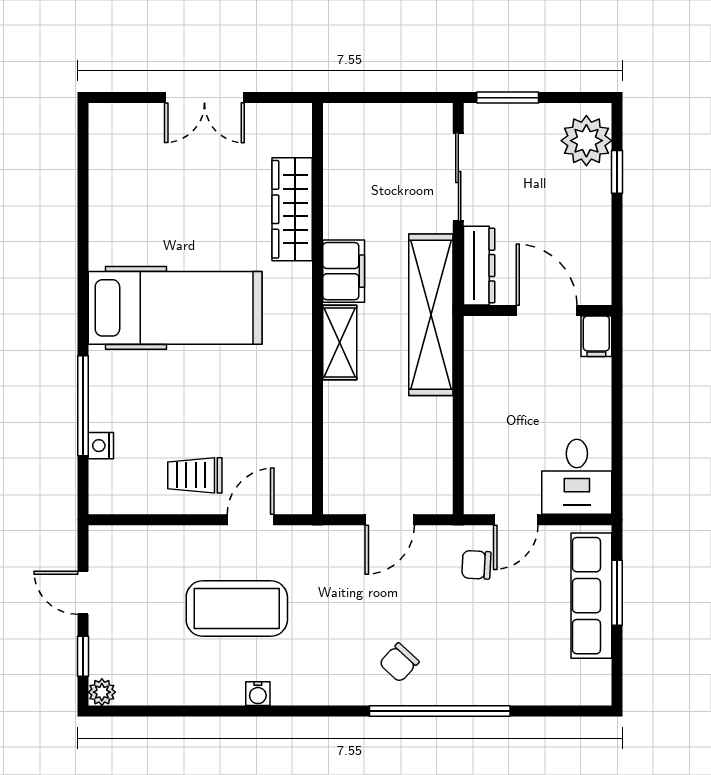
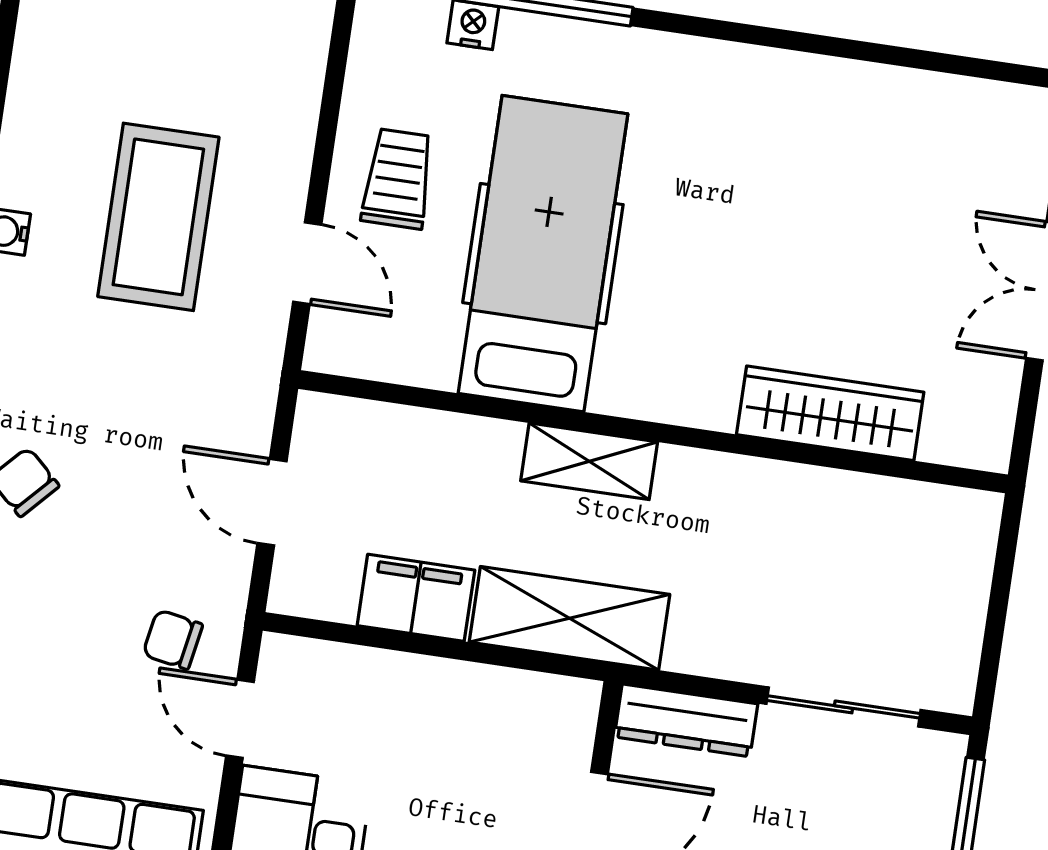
filing cabinet: (344, 271) -> (416, 598), moved, turned 180
hospital bed: (175, 308) -> (543, 254), moved, turned 180
shelving: (431, 315) -> (569, 618), width x0.68
chair: (476, 565) -> (173, 640), turned -83

